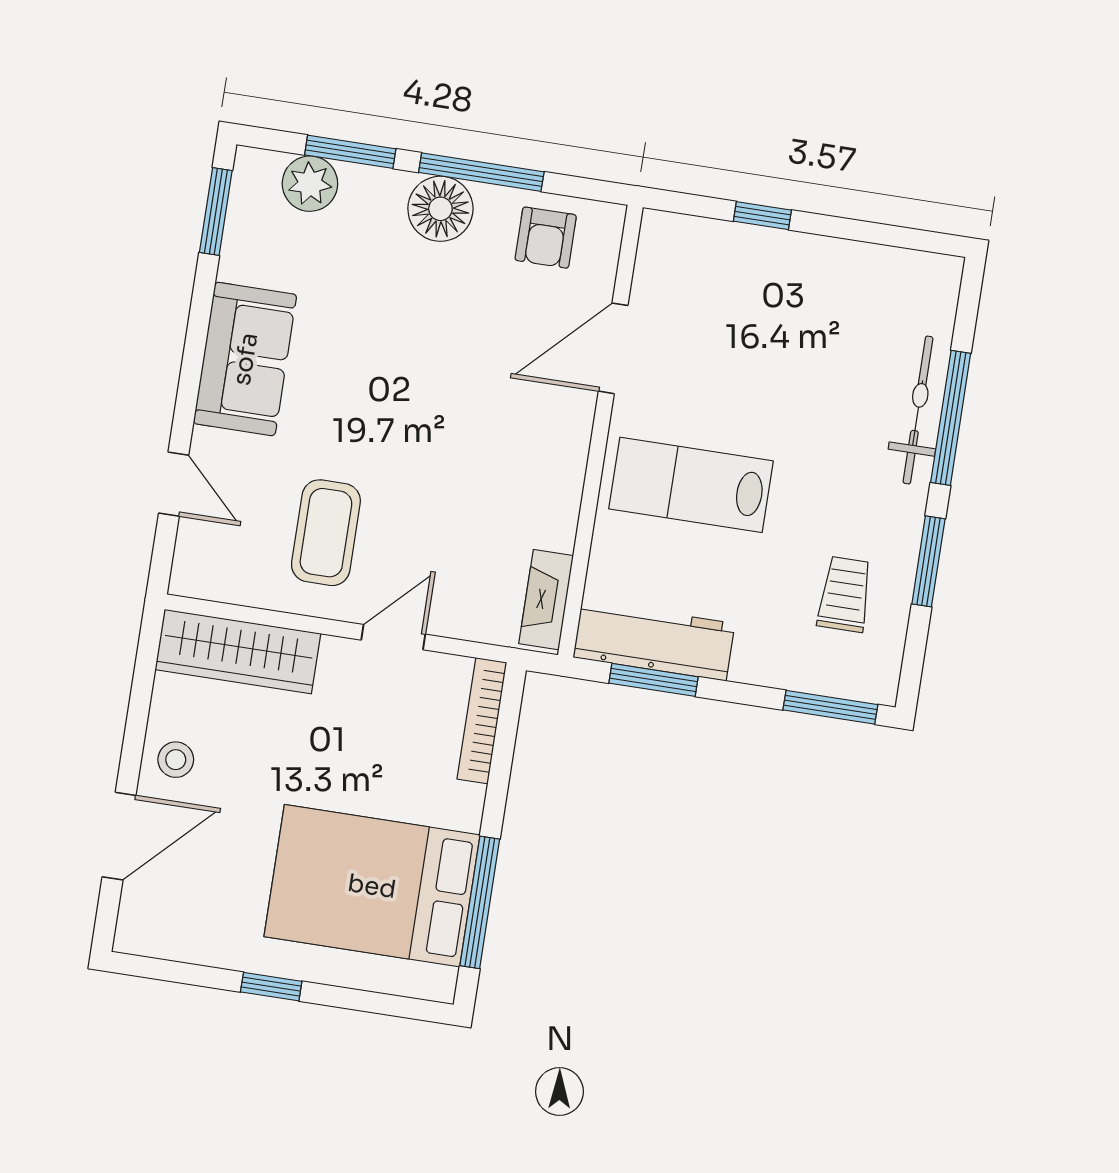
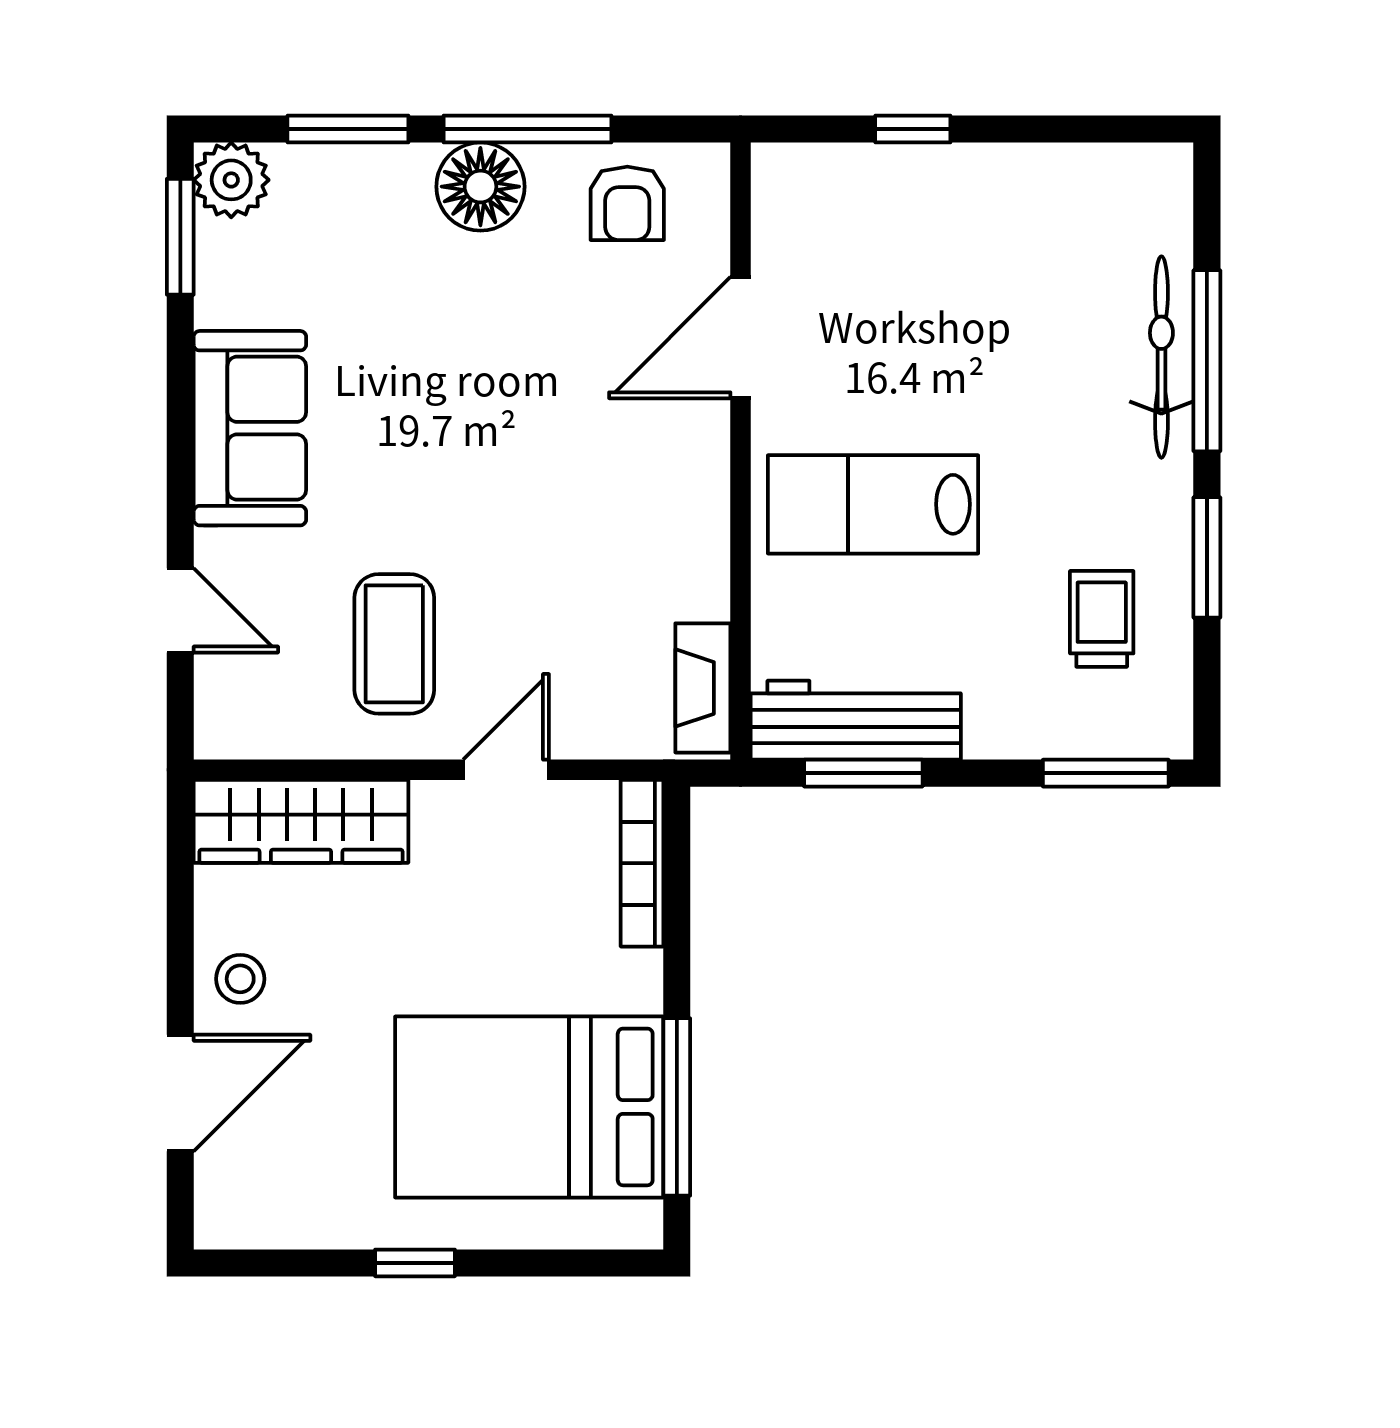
plant: (310, 184) -> (231, 180), moved

